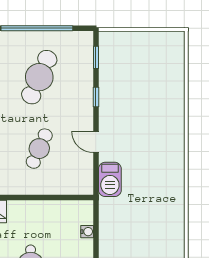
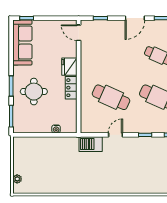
cafe table: (39, 149) -> (111, 97), width x1.37, depth x1.35
locker: (25, 209) -> (71, 88), added

